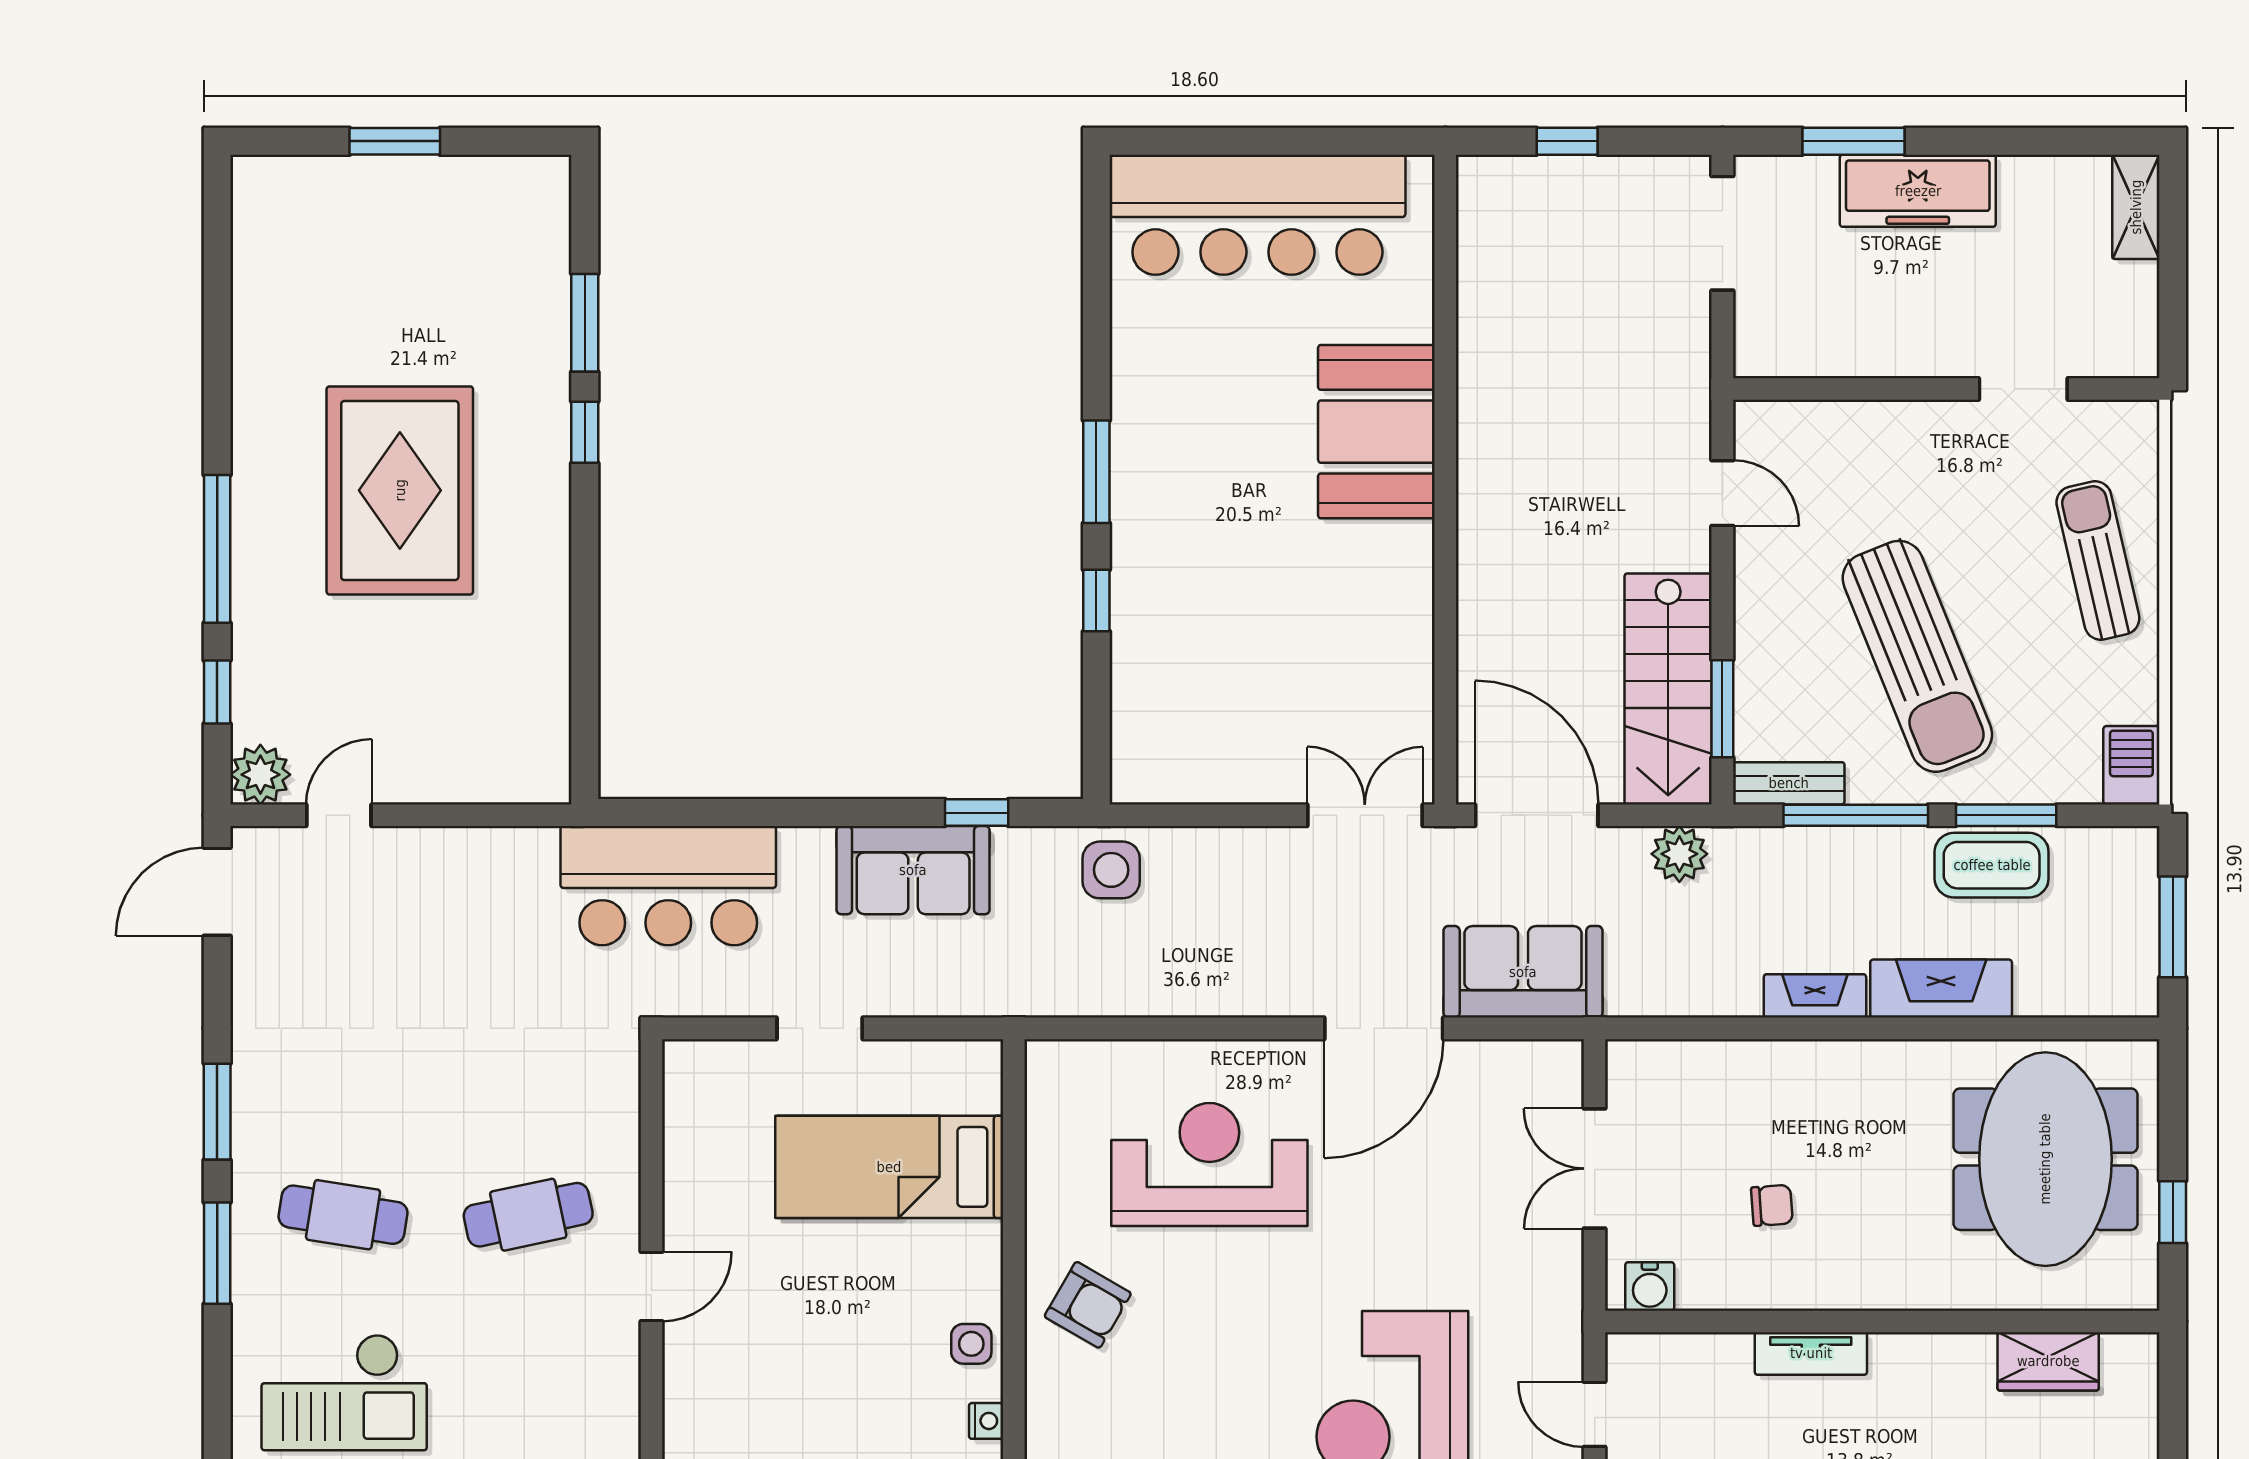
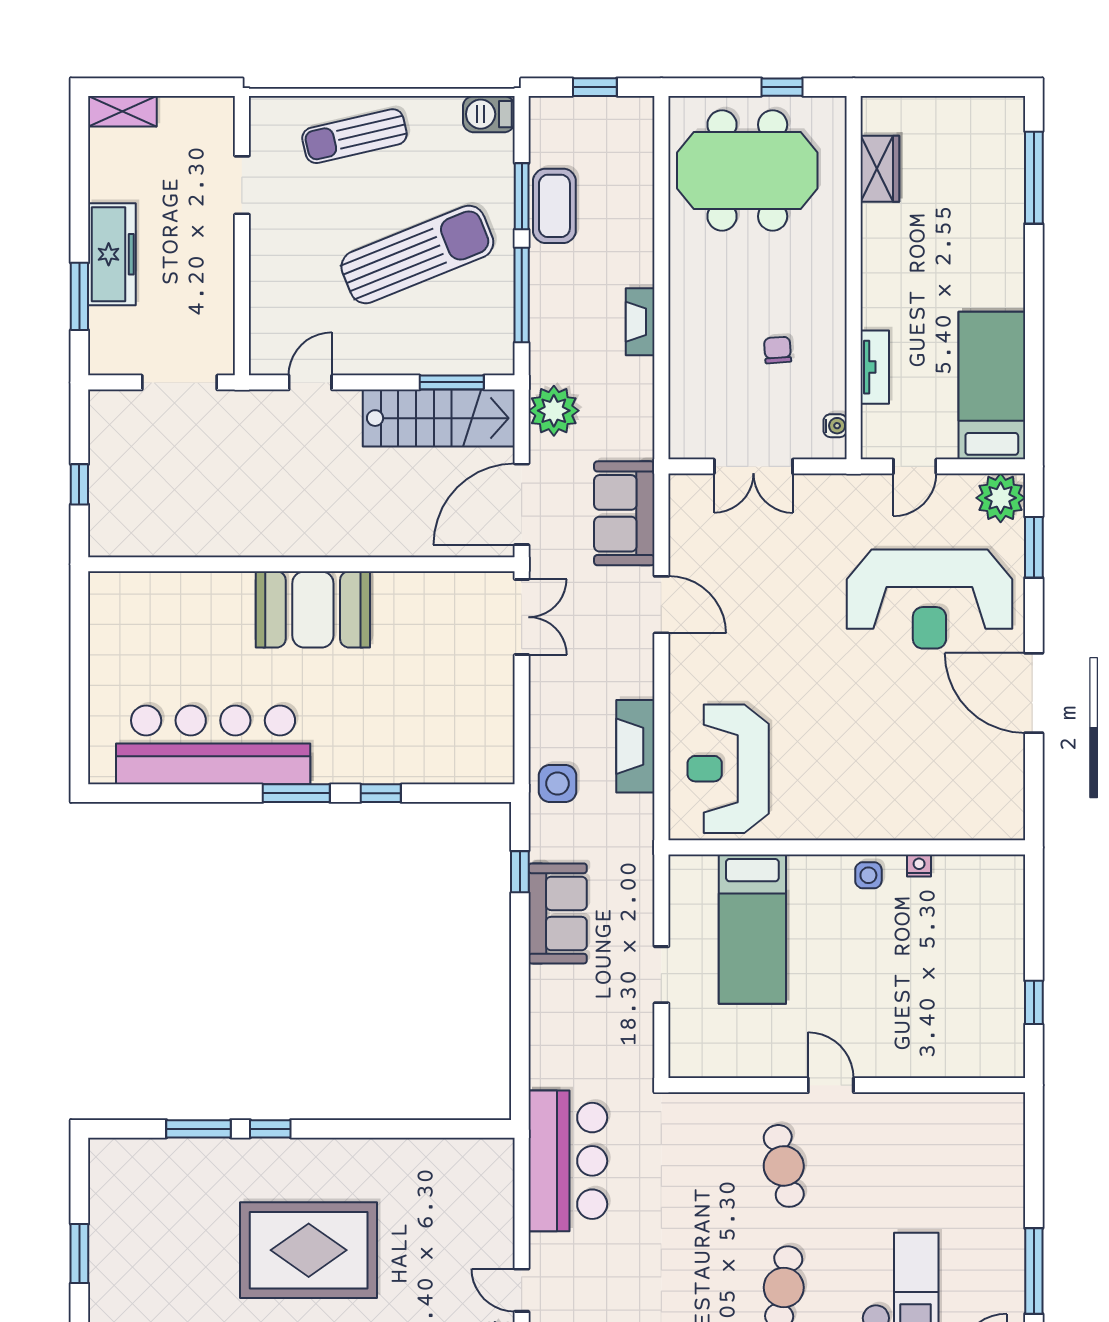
bar counter: (1257, 215) -> (213, 745), moved, turned -90
doorway: (1722, 233) -> (179, 382), moved
booth: (1376, 432) -> (313, 609), moved
bench: (1789, 783) -> (501, 339), removed
double door: (1365, 815) -> (522, 617), swing flipped
plant: (1679, 854) -> (554, 411), width x1.36, depth x1.36
bar counter: (668, 886) -> (568, 1161), moved
window: (2173, 927) -> (595, 87), width x0.67
fireplace: (1941, 989) -> (635, 746), moved
door: (1384, 1028) -> (661, 605), width x0.73
reception desk: (1209, 1165) -> (728, 769), moved
water cooler: (1650, 1286) -> (835, 426), width x0.72, depth x0.72
armchair: (1088, 1305) -> (843, 799), removed
tv unit: (1811, 1353) -> (875, 367), moved

